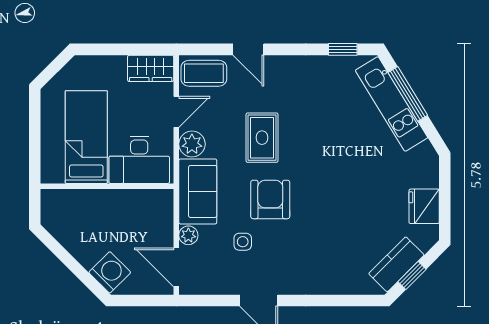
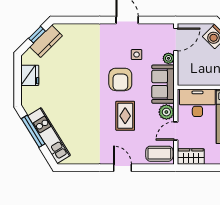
door: (248, 49) -> (122, 168), moved
window: (343, 49) -> (78, 168), removed
window: (408, 94) -> (33, 131), moved
door: (176, 267) -> (176, 39), hinge flipped

